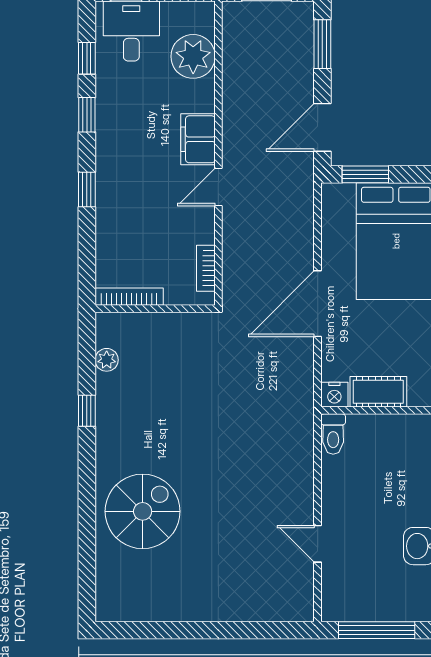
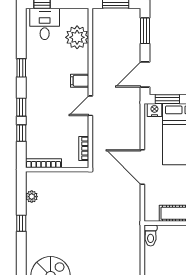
window: (87, 58) -> (21, 133), moved
filing cabinet: (198, 139) -> (80, 81), width x0.50
door: (318, 304) -> (142, 167), hinge flipped
nightstand: (334, 395) -> (154, 110), moved, turned 180

